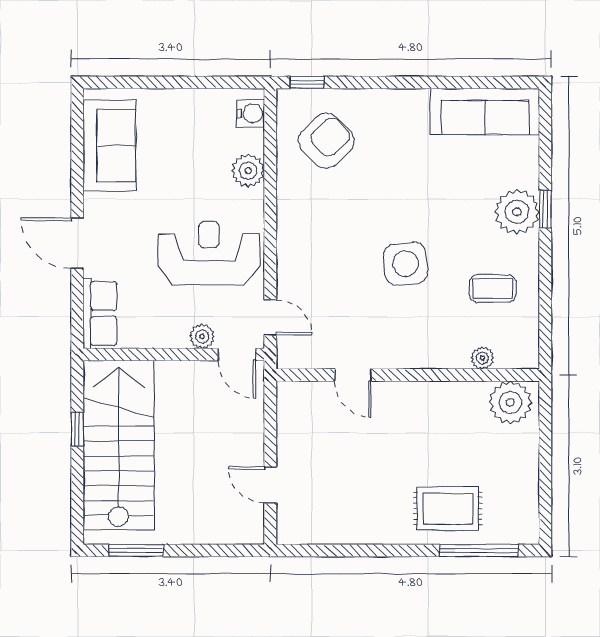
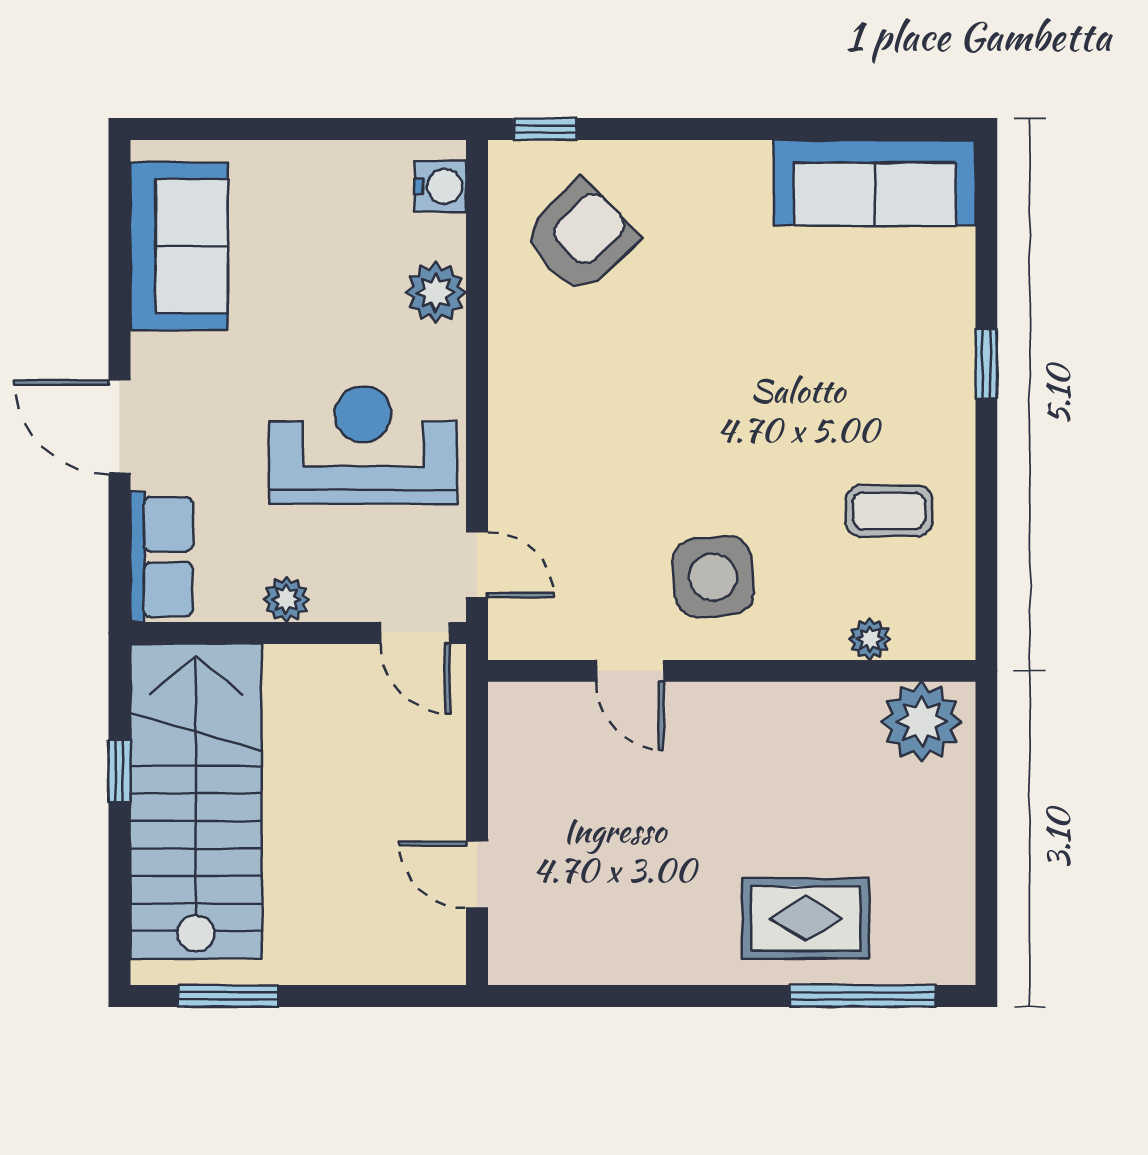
plant: (517, 212) -> (934, 369), removed
side table: (405, 264) -> (713, 577), moved
plant: (202, 336) -> (286, 599), moved

